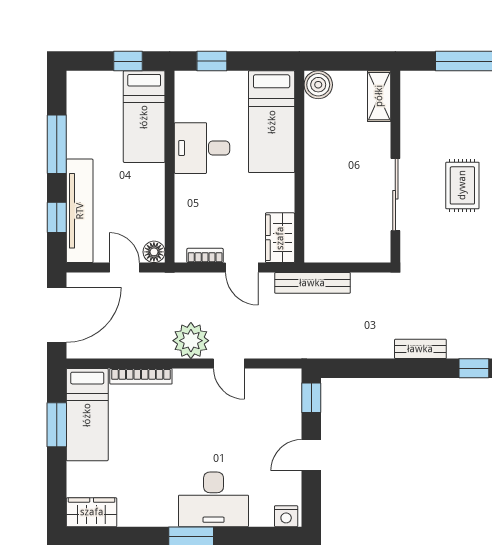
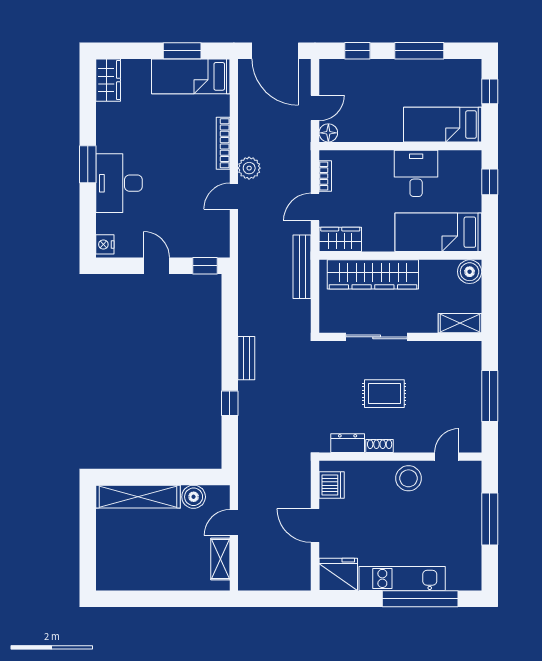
window: (128, 61) -> (490, 91), moved
wardrobe: (322, 199) -> (373, 274), added
tv unit: (80, 211) -> (363, 70), removed
plant: (191, 341) -> (249, 168), width x0.73, depth x0.73
bookcase: (141, 376) -> (223, 143), moved

